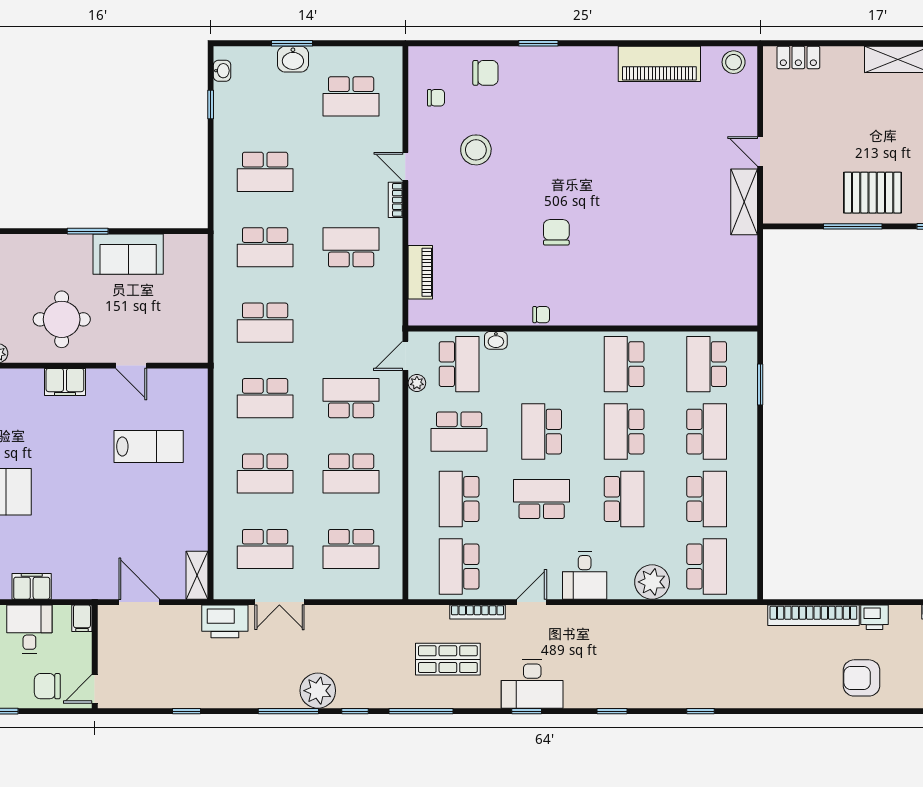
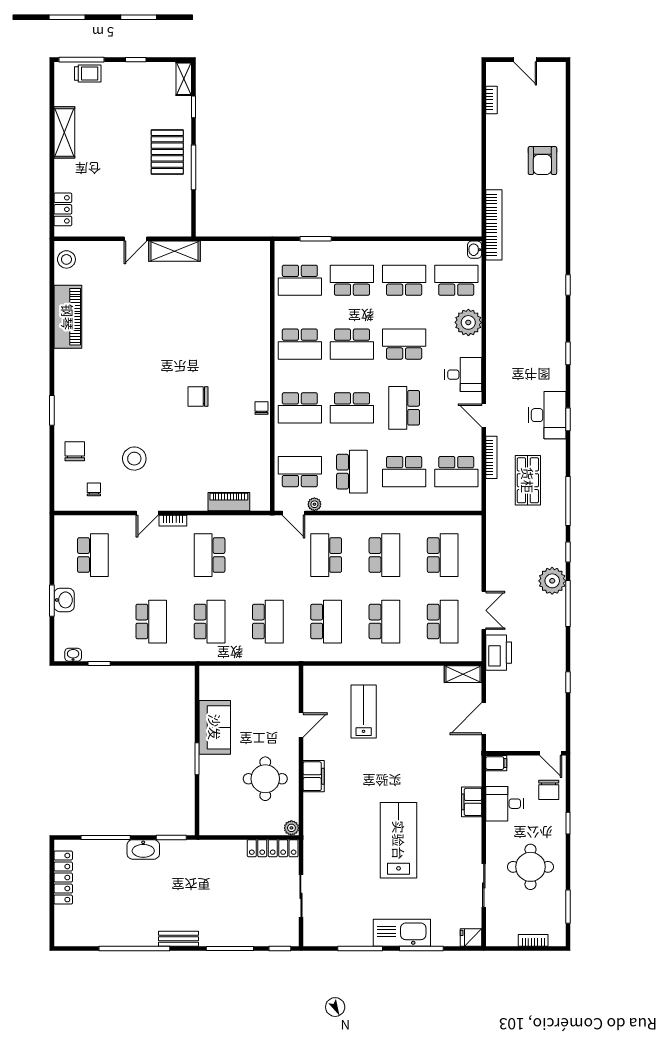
washbasin: (496, 340) -> (475, 250), moved, turned 180
school desk: (542, 364) -> (300, 408), added
bookcase: (813, 615) -> (494, 225), moved
printer: (875, 617) -> (495, 150), removed

